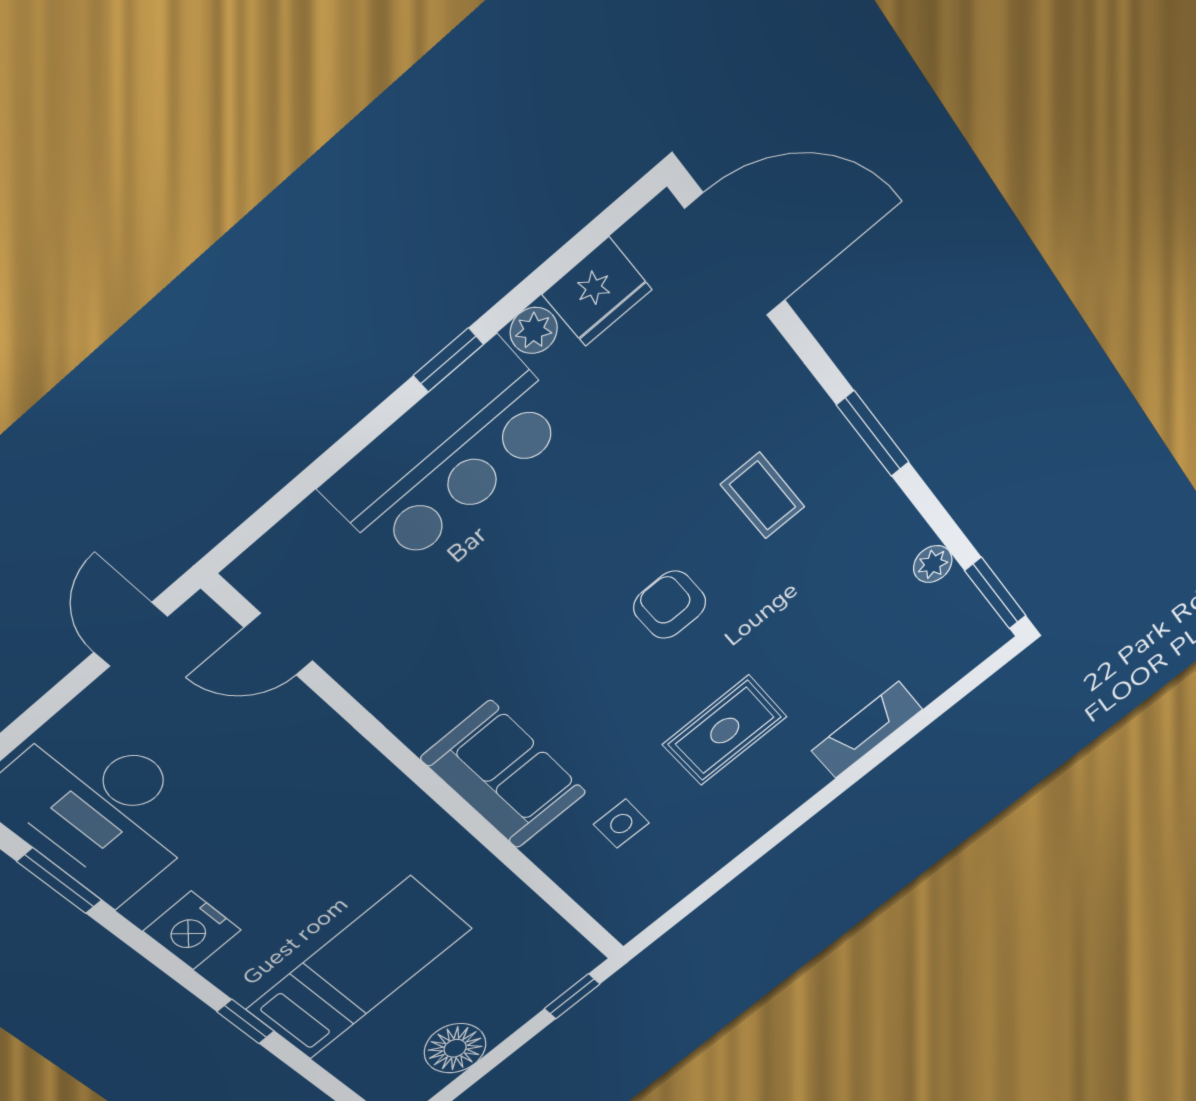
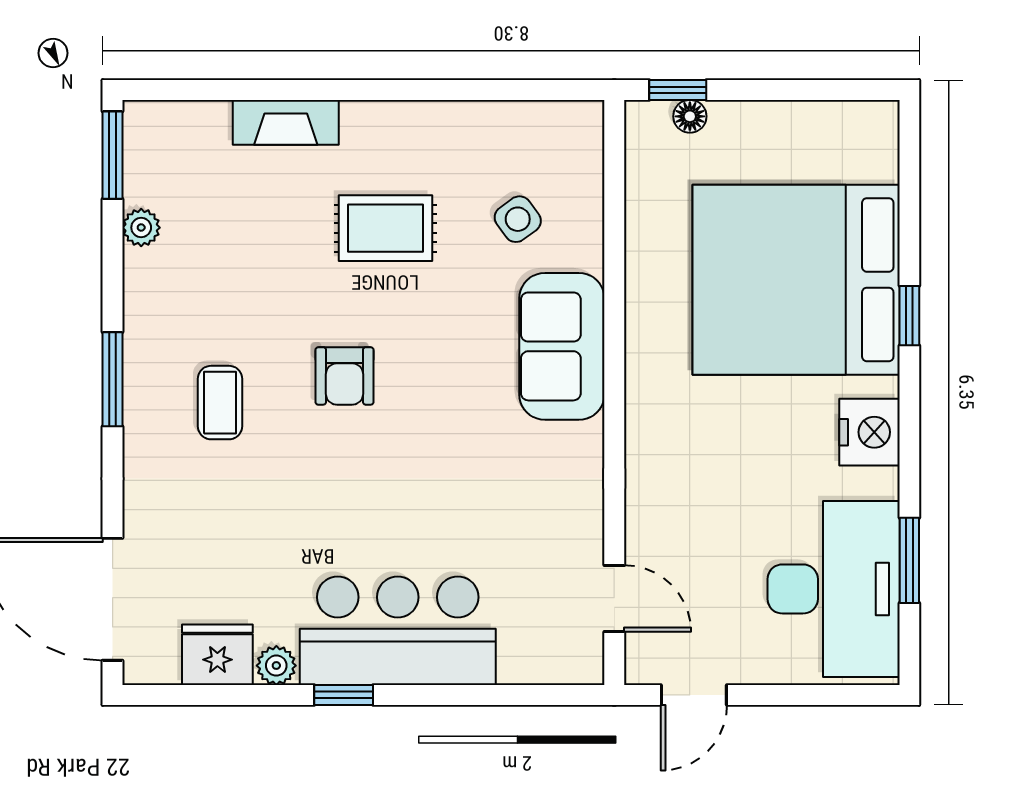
side table: (621, 824) -> (518, 219), turned -37
bed: (359, 969) -> (796, 280), width x2.04
floor lamp: (455, 1048) -> (690, 116), moved, width x0.53, depth x0.53

